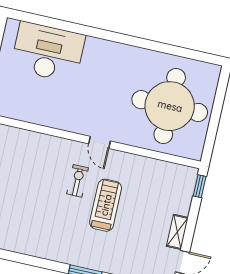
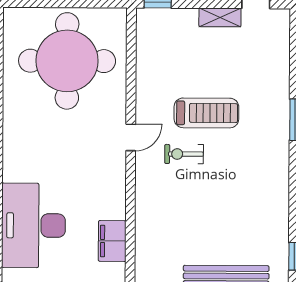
filing cabinet: (22, 110) -> (112, 241), added
treadmill: (106, 205) -> (206, 113), turned 180

